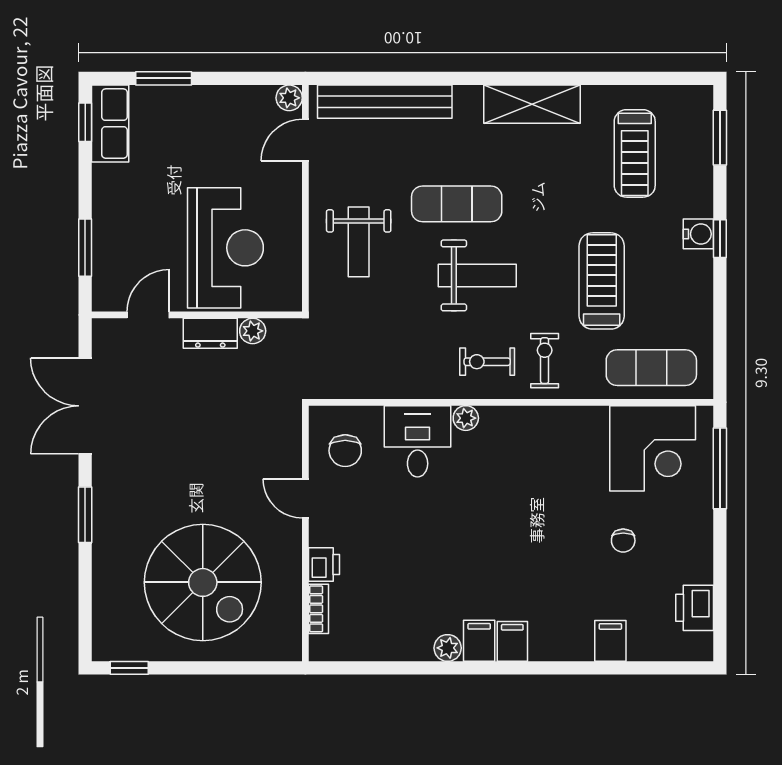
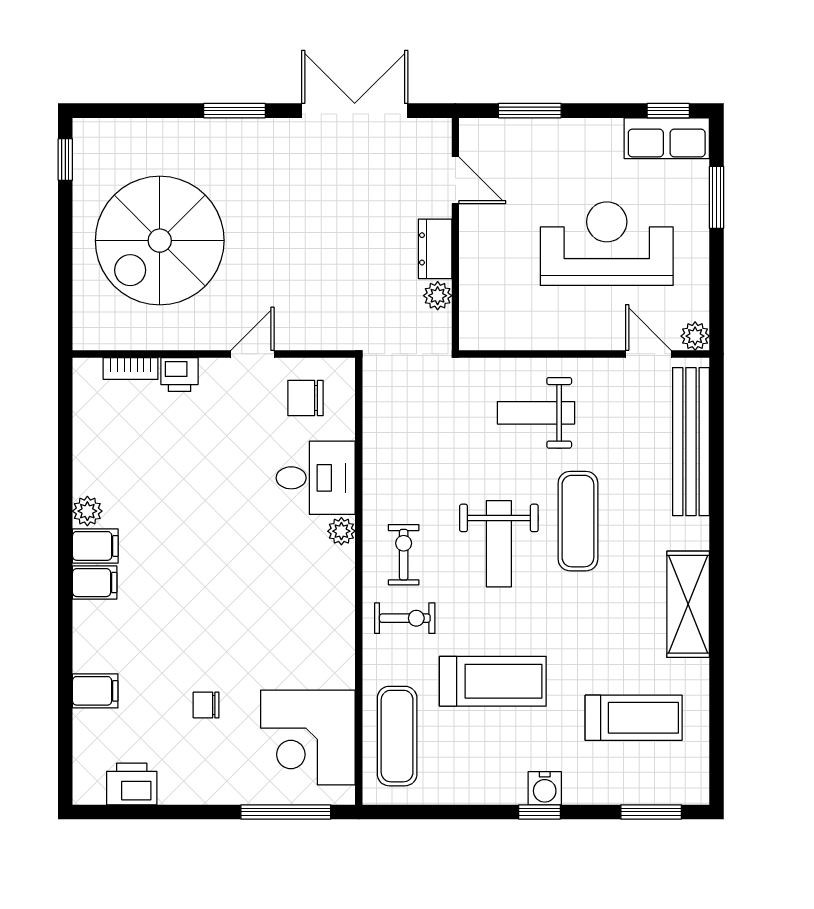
treadmill: (635, 153) -> (634, 718), turned 180
reception desk: (225, 248) -> (607, 244), moved, turned 180

